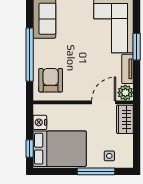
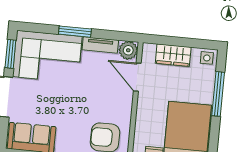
wardrobe: (125, 119) -> (173, 55), moved
side table: (109, 156) -> (207, 58), moved

